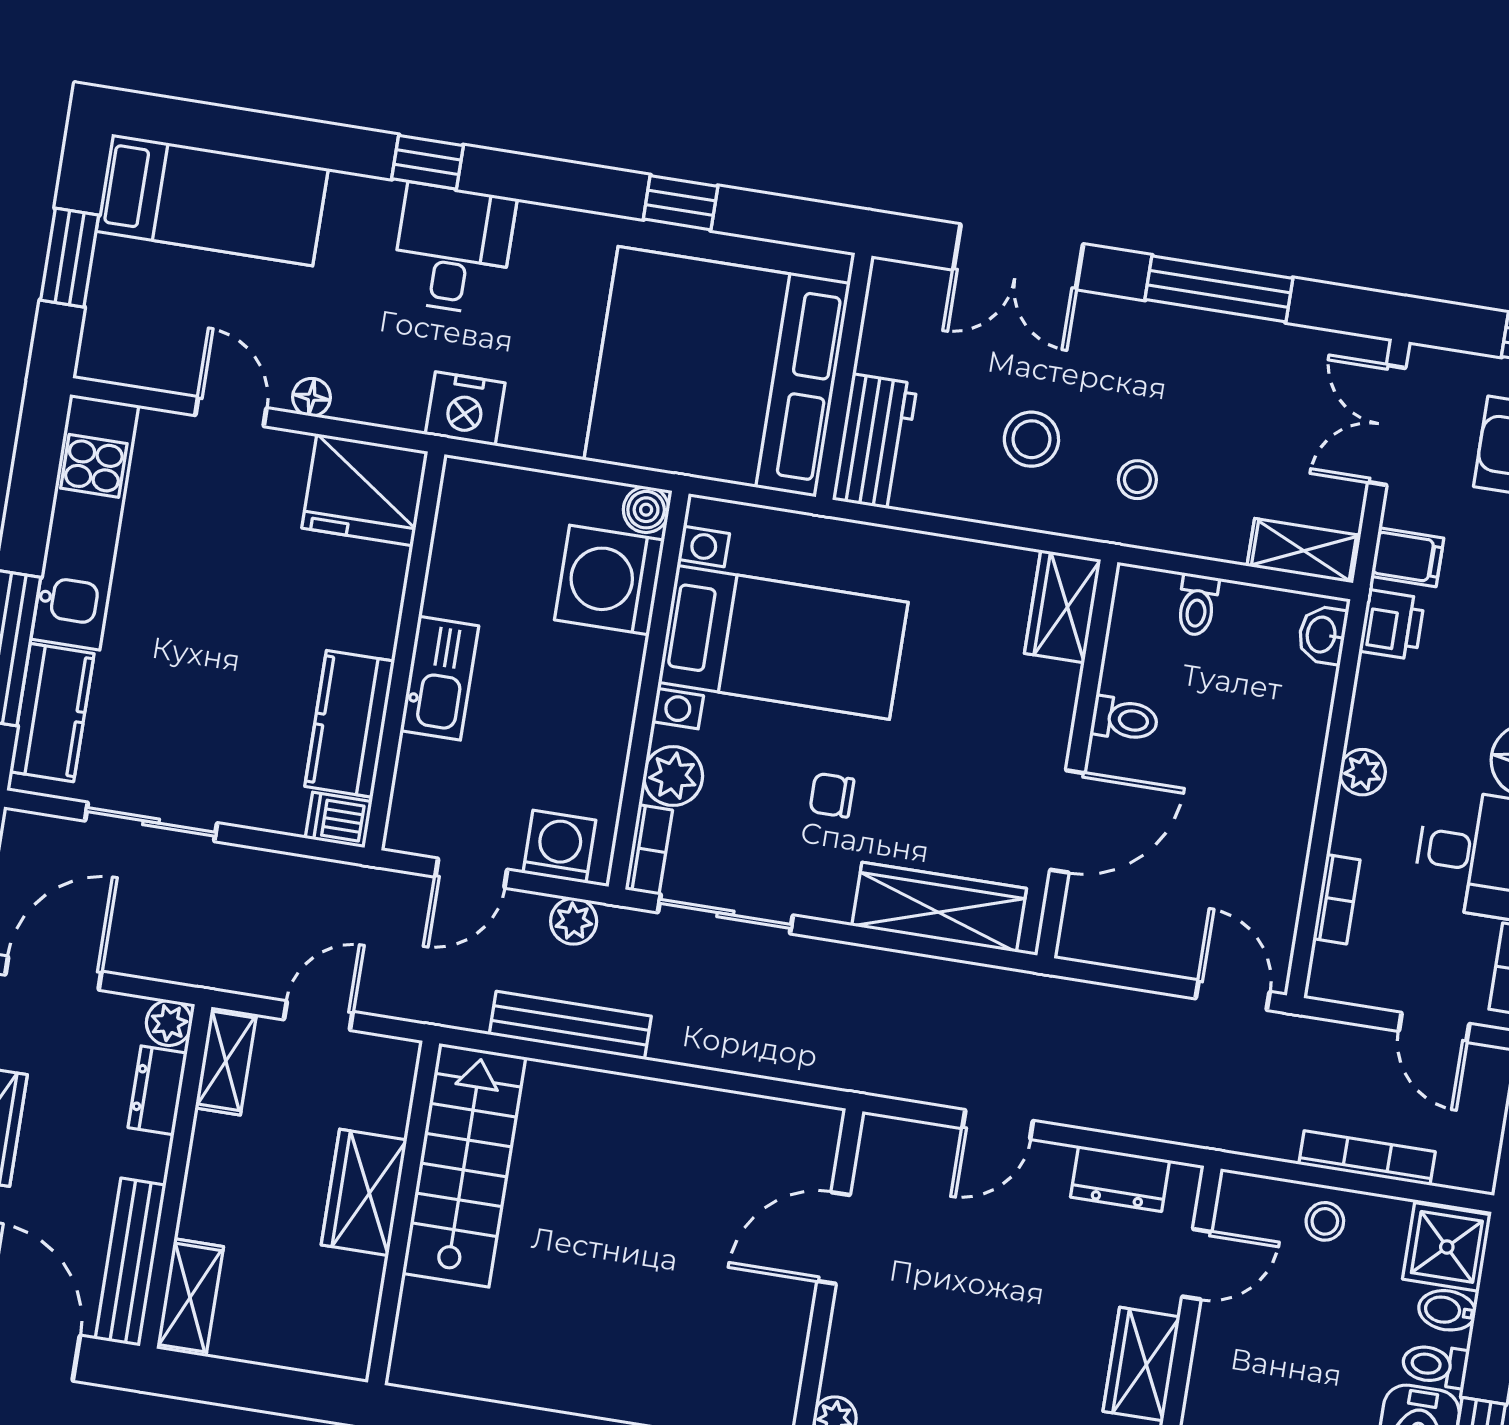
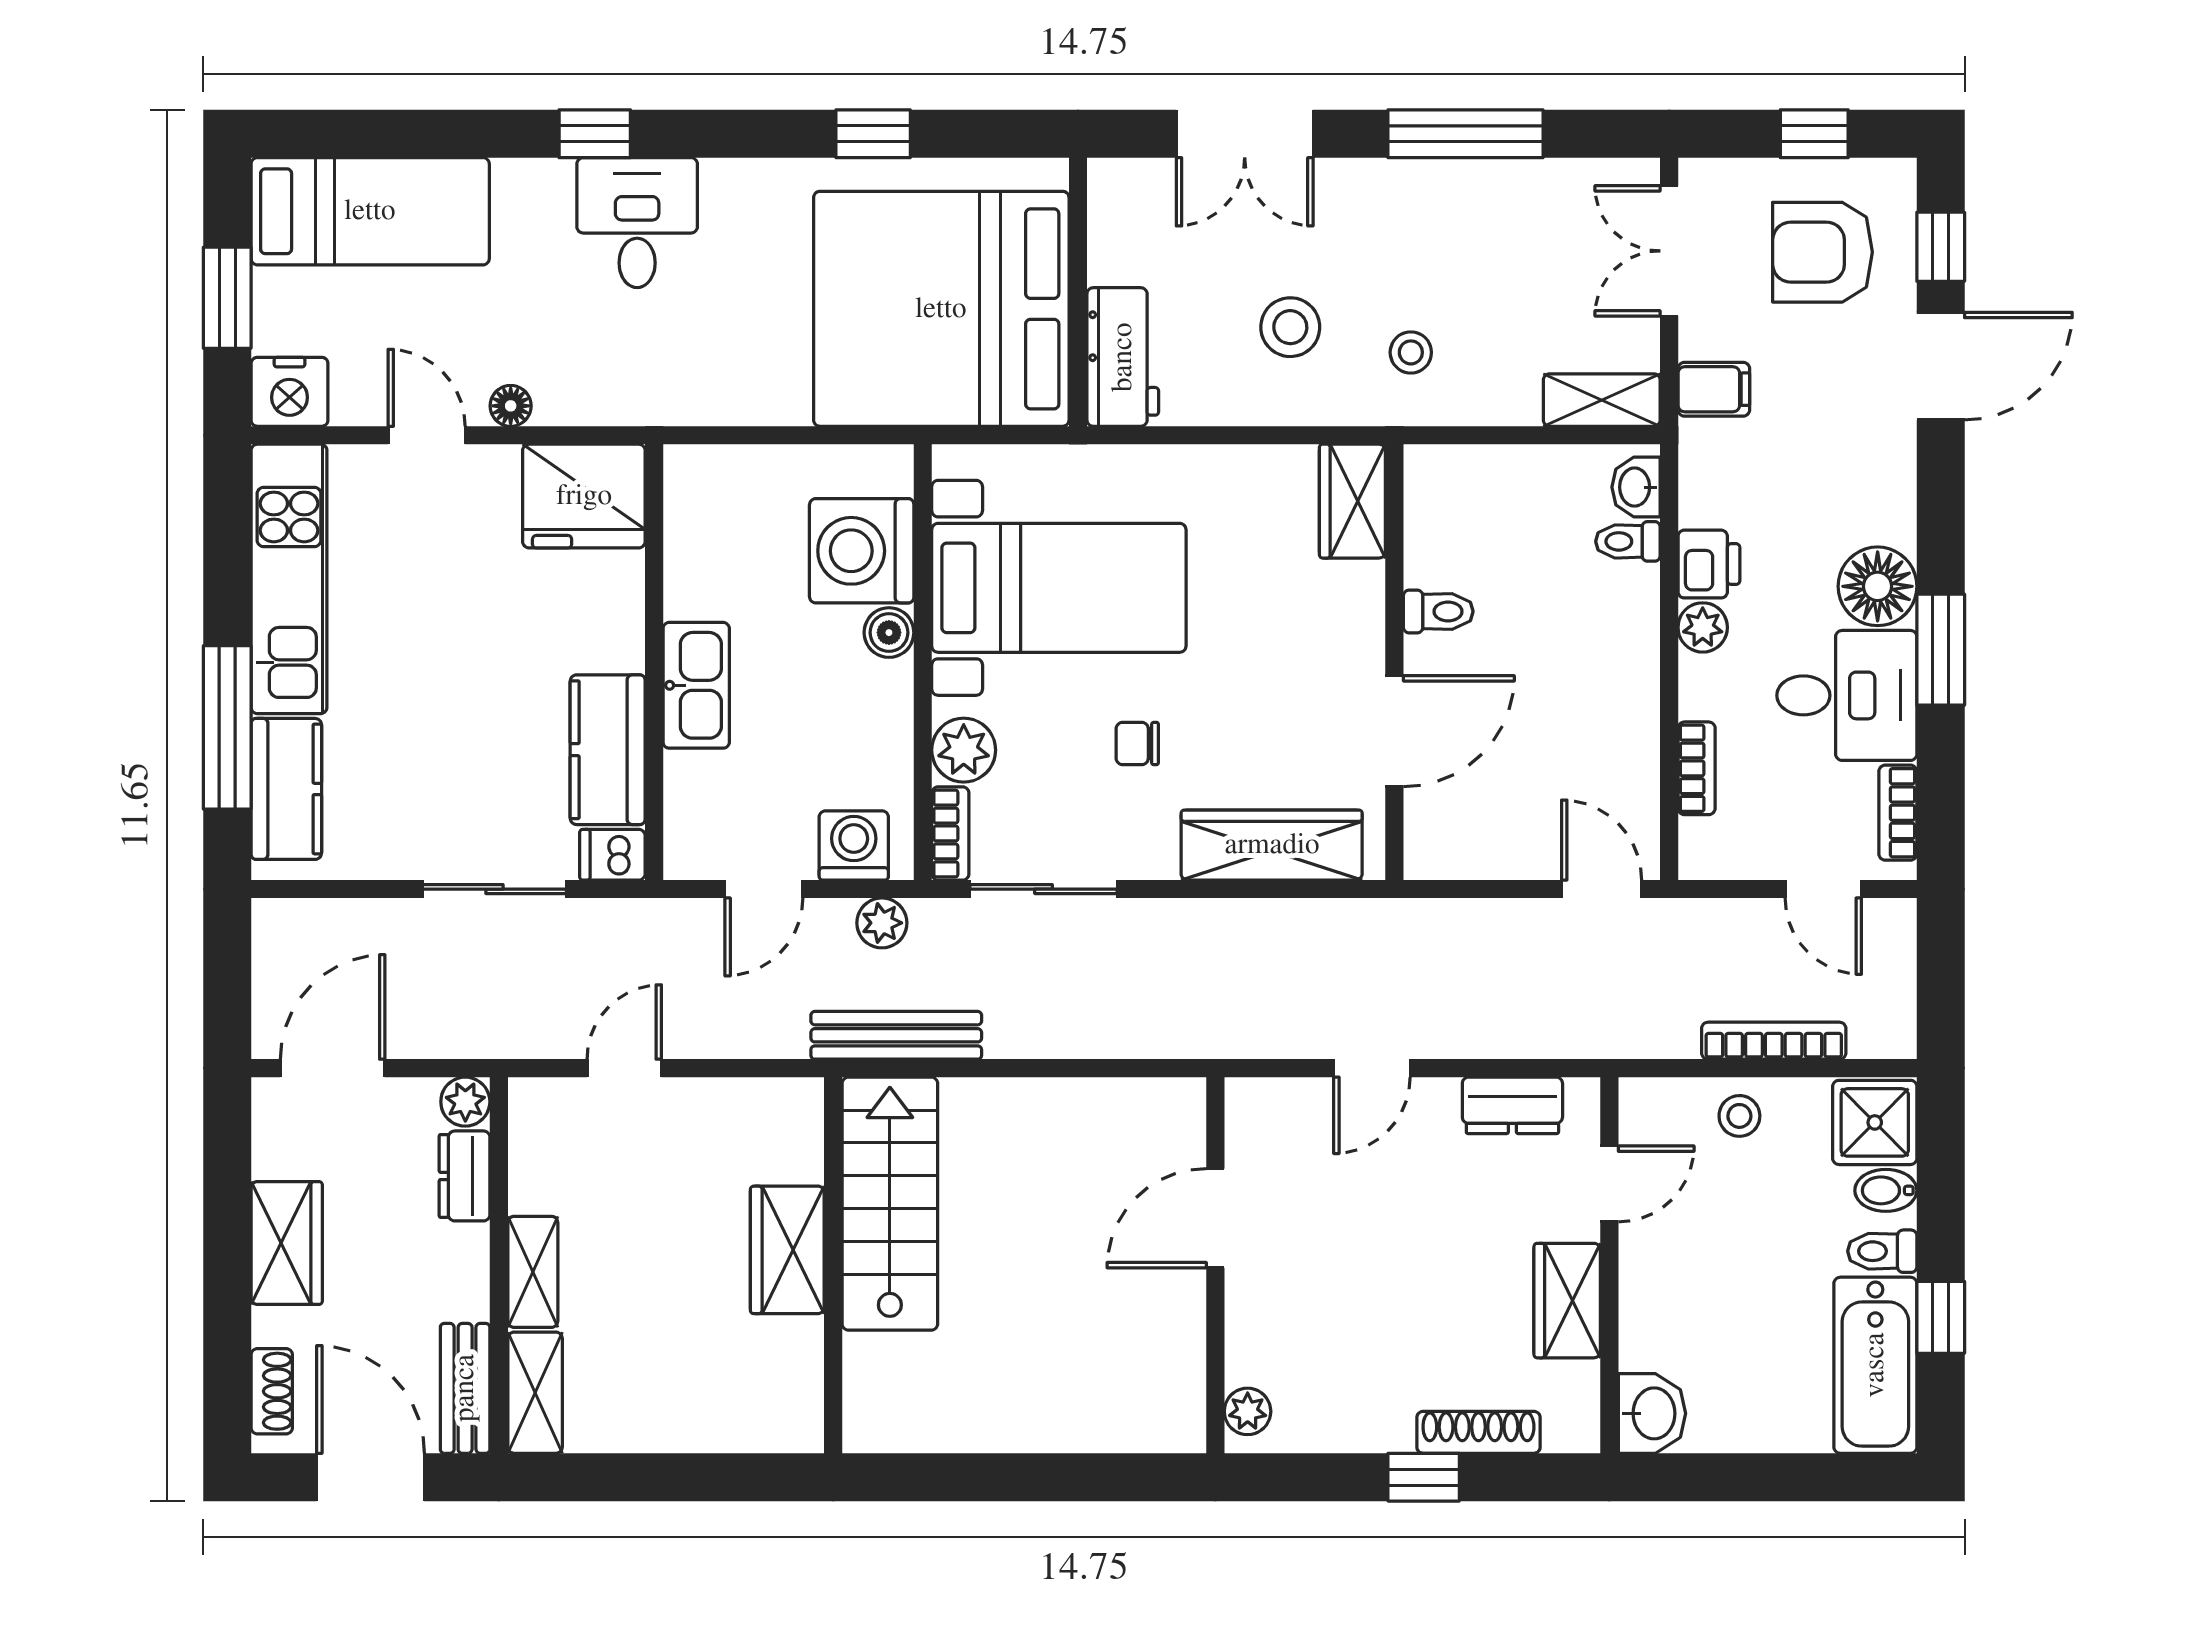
nightstand: (465, 409) -> (290, 392), moved
boiler: (646, 510) -> (889, 633), moved
toilet: (1197, 605) -> (1628, 541), moved, turned 90
printer: (1392, 625) -> (1709, 564), moved
sliding door: (151, 822) -> (494, 889), moved
shelving: (226, 1061) -> (533, 1272), moved
stairs: (464, 1165) -> (890, 1204), moved
wardrobe: (364, 1192) -> (787, 1250), moved
wall: (404, 1213) -> (833, 1265), moved
bench: (130, 1262) -> (465, 1388), width x0.73

